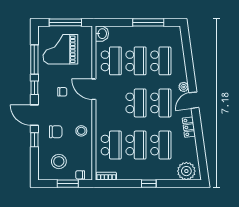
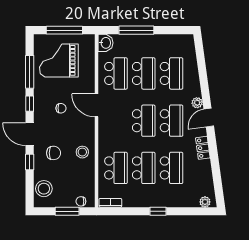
window: (148, 22) -> (136, 30), moved
stool: (59, 161) -> (44, 189), moved
plant: (186, 171) -> (205, 202), width x0.53, depth x0.53

